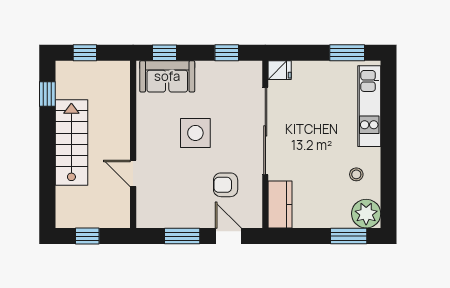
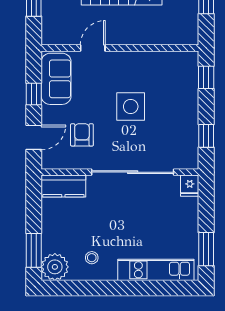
sofa: (167, 76) -> (56, 79), moved, turned 180
window: (182, 236) -> (34, 94), width x0.67

